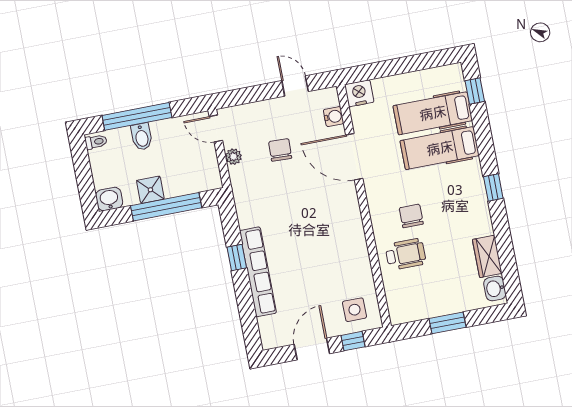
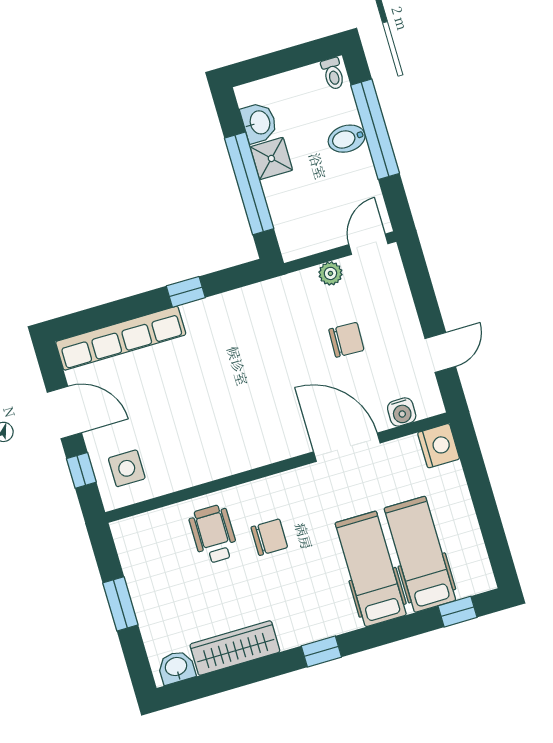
door: (354, 157) -> (347, 447), hinge flipped
washbasin: (109, 199) -> (259, 123), moved
wheelchair: (406, 254) -> (213, 534), turned 180
wardrobe: (487, 256) -> (235, 648), width x1.50
row of seats: (258, 272) -> (121, 338), moved

